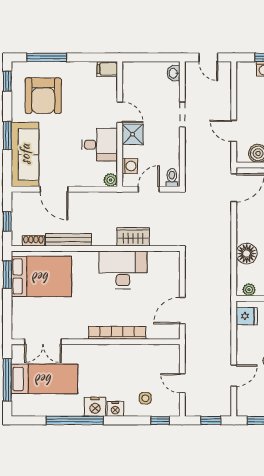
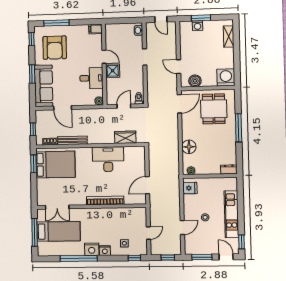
washing machine: (130, 166) -> (111, 91), removed
wardrobe: (133, 237) -> (125, 137), moved
door: (182, 383) -> (148, 233), swing flipped

